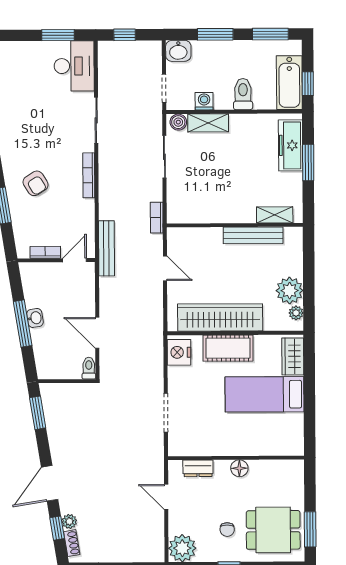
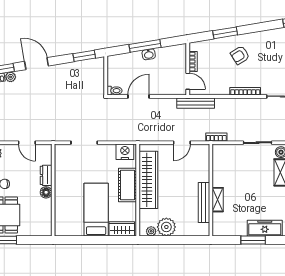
shelving: (275, 215) -> (218, 200), moved
dresser: (198, 468) -> (46, 175), moved
door: (166, 497) -> (27, 143), swing flipped

